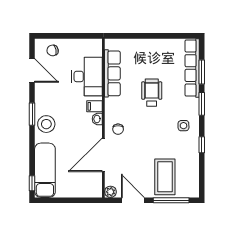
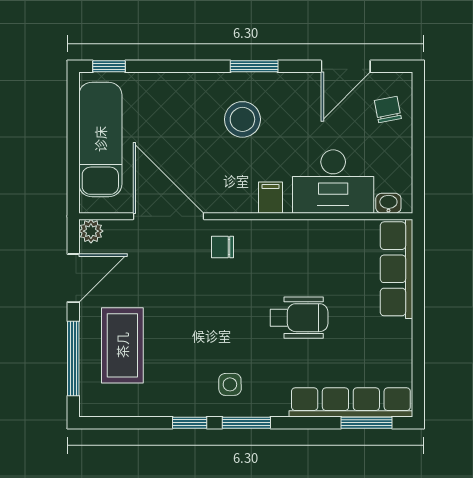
window: (202, 72) -> (366, 423), moved
row of seats: (112, 73) -> (397, 269), moved, turned 90
window: (202, 104) -> (246, 423), moved
washbasin: (97, 119) -> (388, 203), moved
stool: (46, 124) -> (242, 119), moved
exam couch: (45, 170) -> (100, 139), moved, turned -90
coffee table: (165, 177) -> (122, 345), turned 90

